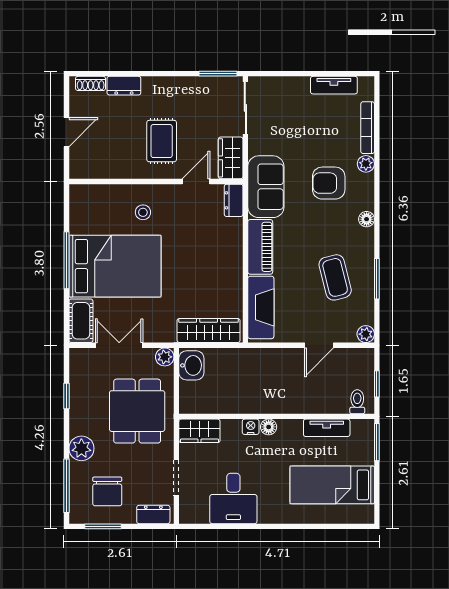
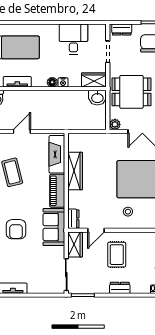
dresser: (124, 86) -> (120, 288), moved
armchair: (329, 183) -> (16, 229), turned 90
wardrobe: (209, 331) -> (75, 171), moved, turned -90
washbasin: (191, 365) -> (97, 98), moved, turned -90
dining table: (137, 411) -> (131, 92), turned 90

